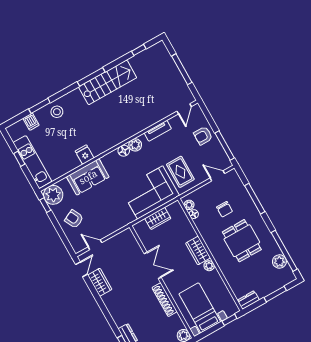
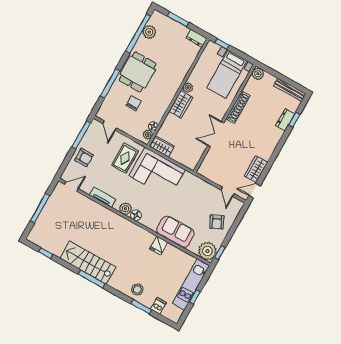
wardrobe: (158, 218) -> (162, 146), moved
dining table: (242, 241) -> (138, 72), moved

